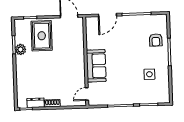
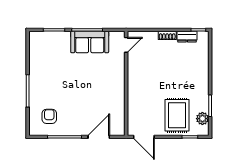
armchair: (156, 40) -> (49, 116), moved
plant: (20, 49) -> (202, 119), moved
sofa: (96, 66) -> (90, 42), moved, turned -90
side table: (149, 74) -> (52, 66), removed

